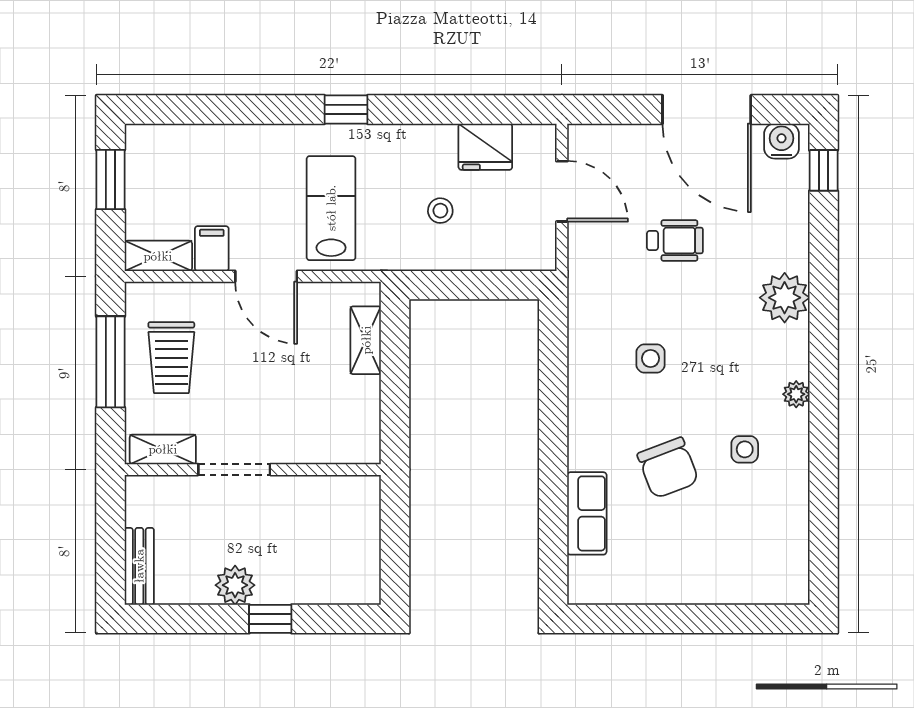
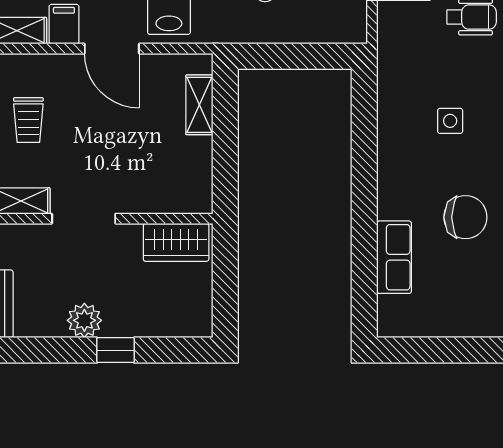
trolley: (171, 358) -> (28, 120), width x0.73, depth x0.72
chair: (668, 468) -> (465, 217), turned -69
wardrobe: (339, 496) -> (176, 242), added

